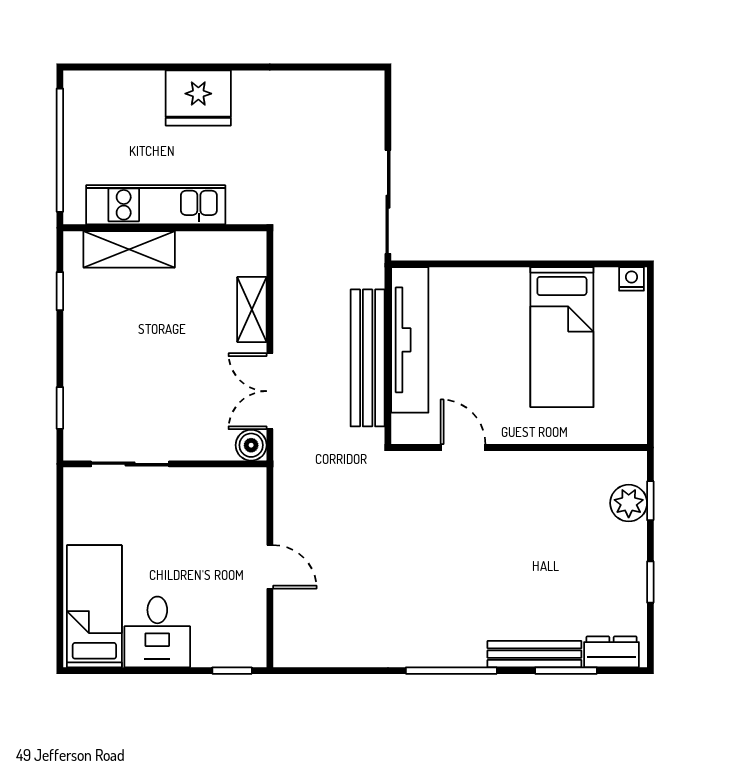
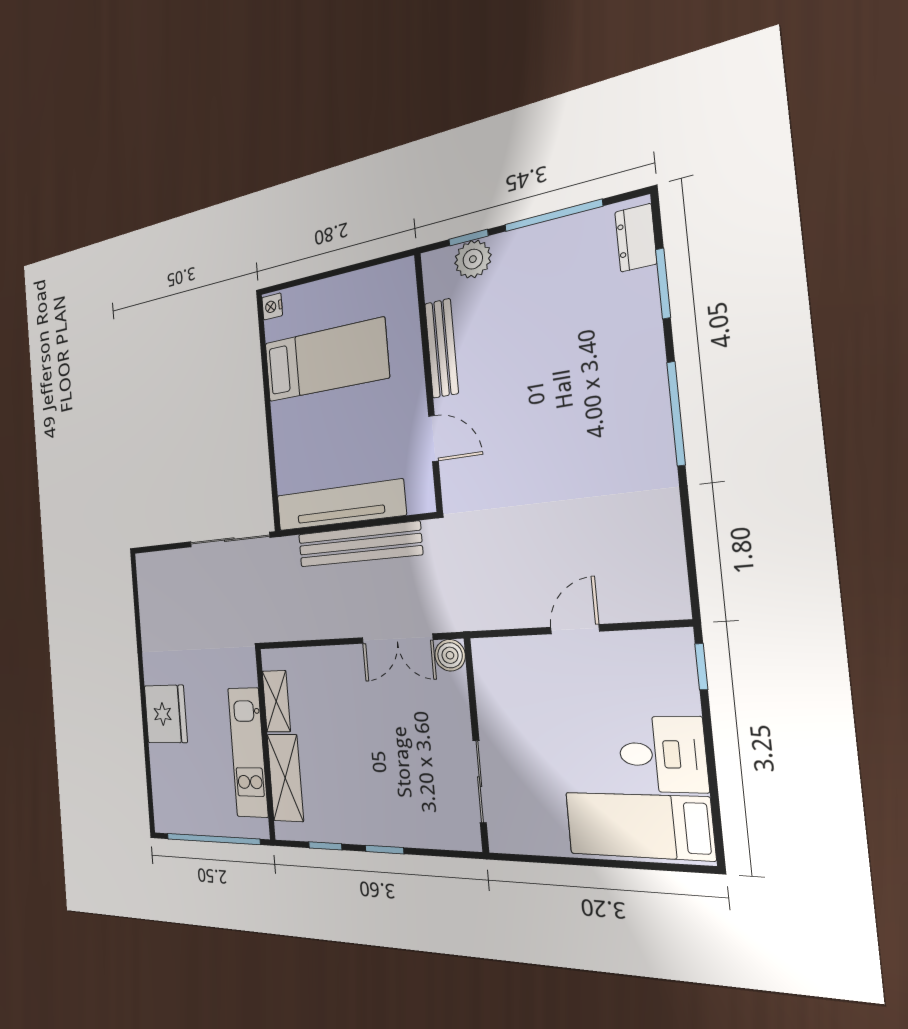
shelving: (252, 309) -> (276, 701), moved, turned 90
window: (60, 408) -> (384, 850), moved
door: (463, 448) -> (433, 439), swing flipped
window: (650, 582) -> (553, 216), width x2.17
bench: (534, 654) -> (442, 348), moved

